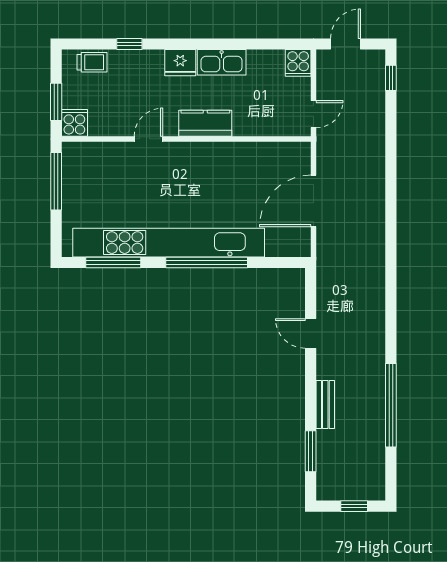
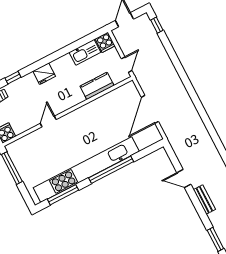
kitchen sink: (222, 62) -> (85, 52), moved
kitchen counter: (205, 123) -> (97, 86), moved
bench: (325, 404) -> (204, 200), moved

